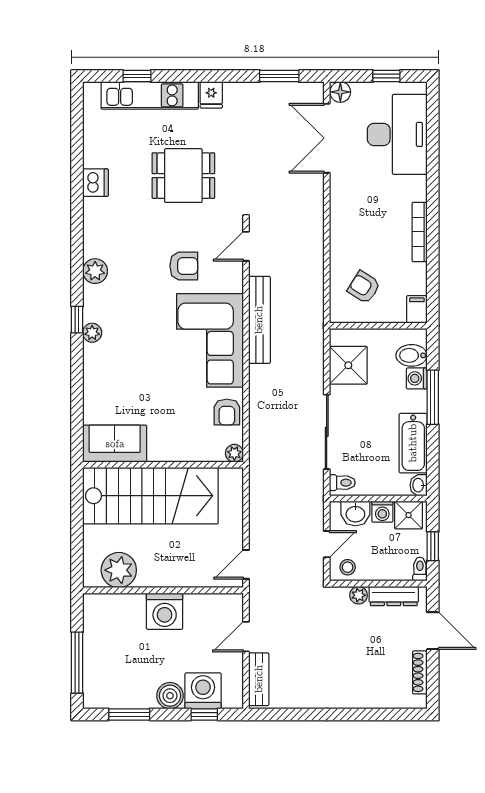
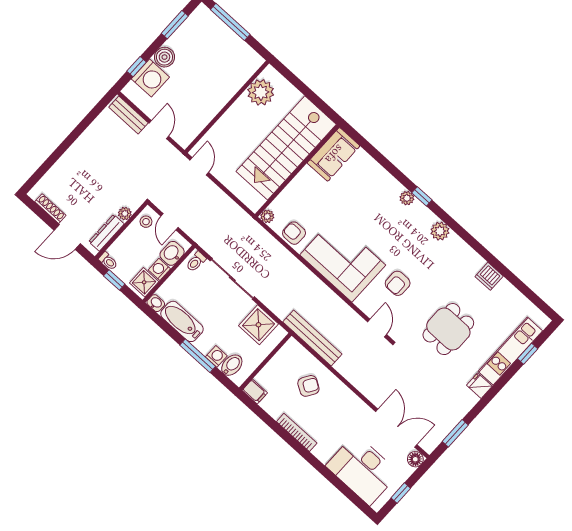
armchair: (364, 287) -> (308, 386), moved
bench: (259, 320) -> (312, 338), moved
washing machine: (165, 611) -> (214, 97), removed

